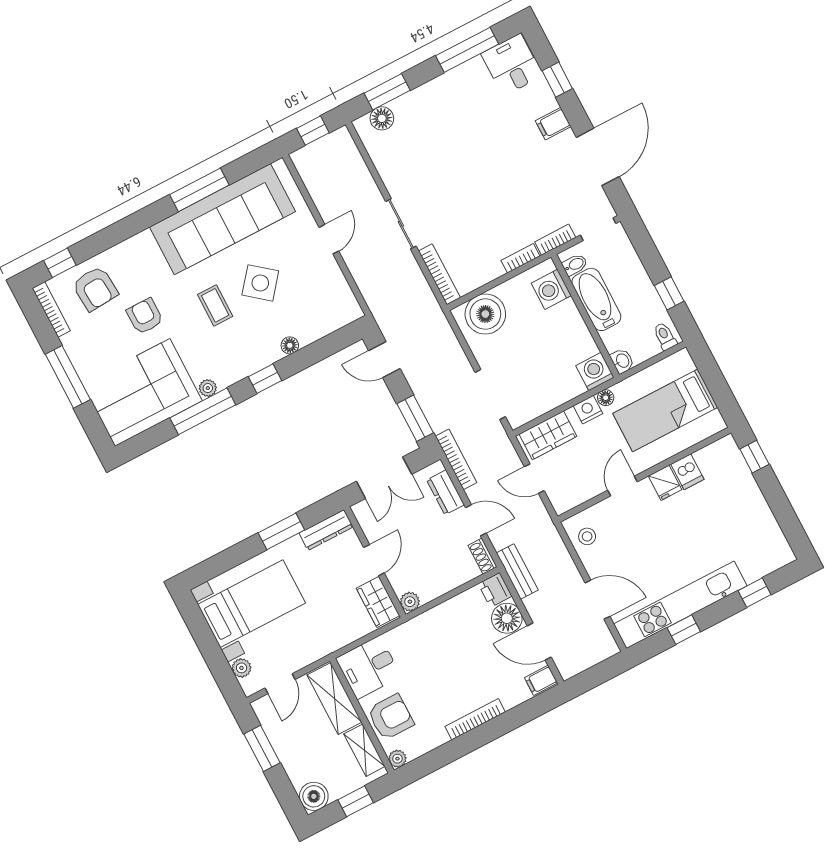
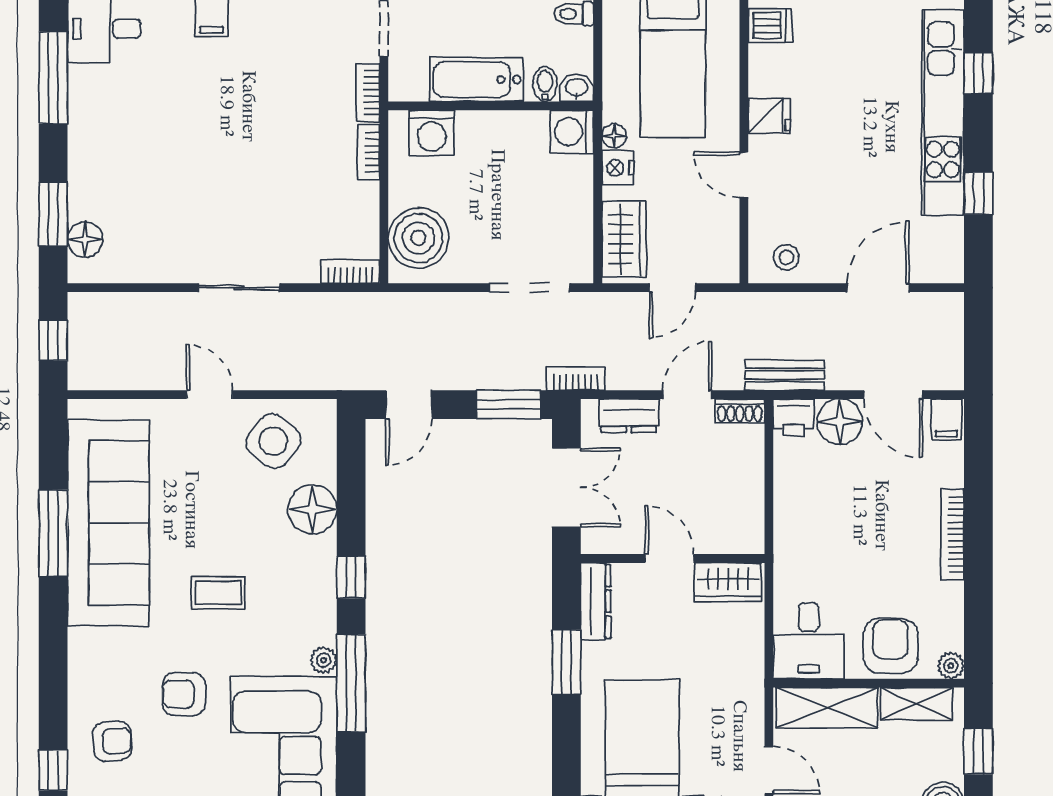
bidet: (575, 265) -> (545, 84), moved
bookcase: (439, 274) -> (350, 272), width x0.64
side table: (260, 283) -> (273, 441), moved
armchair: (95, 289) -> (112, 741), width x0.72, depth x0.72
floor lamp: (290, 345) -> (312, 509), width x1.89, depth x1.89
bookcase: (456, 459) -> (576, 379), width x0.64
dishwasher: (687, 472) -> (770, 26), moved
plant: (410, 602) -> (750, 540), removed
kitchen unit: (680, 605) -> (943, 112), moved
door: (539, 641) -> (893, 395), hinge flipped

